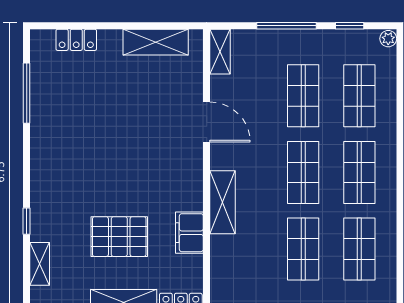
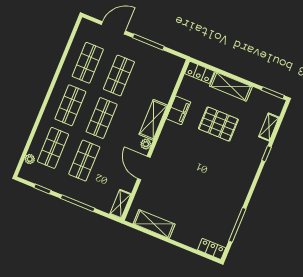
plant: (388, 39) -> (30, 159), moved
locker: (76, 40) -> (212, 249), moved
plant: (219, 160) -> (146, 144), added

